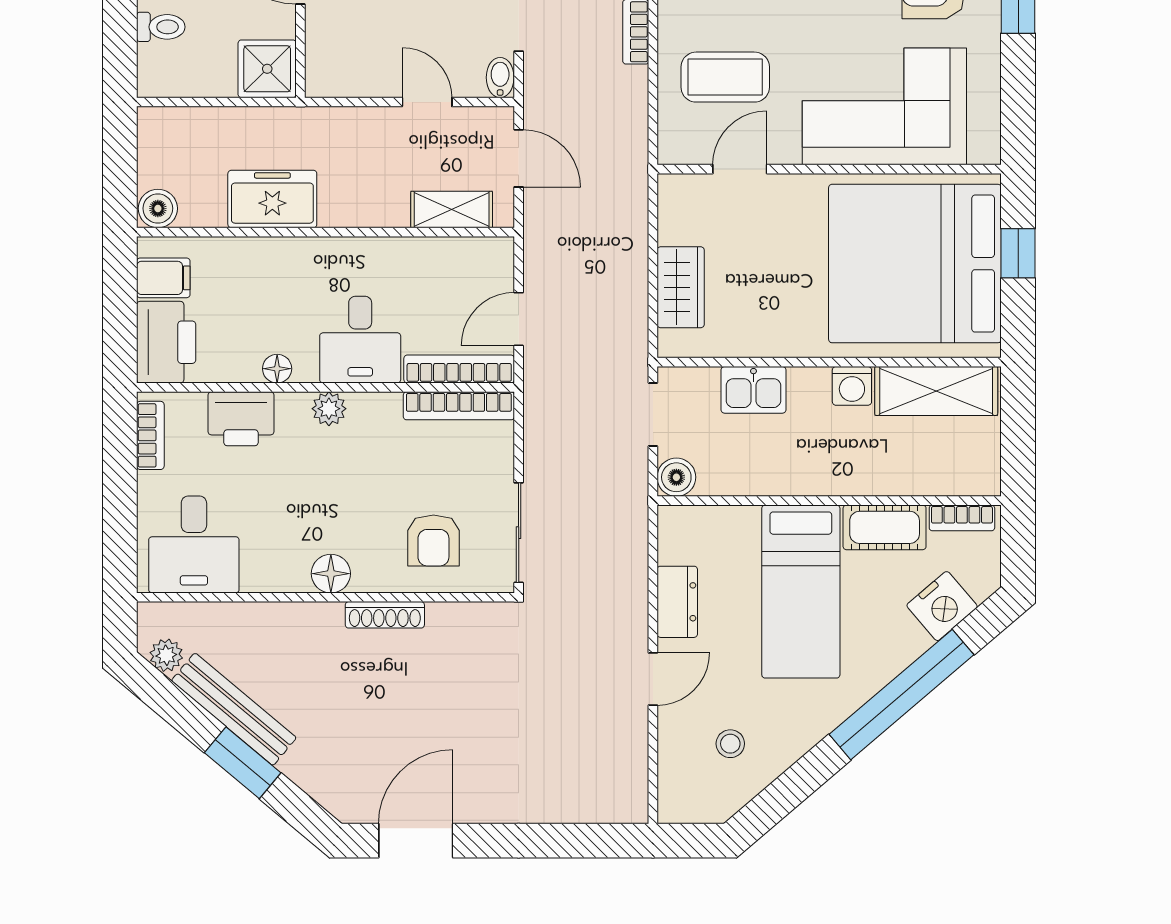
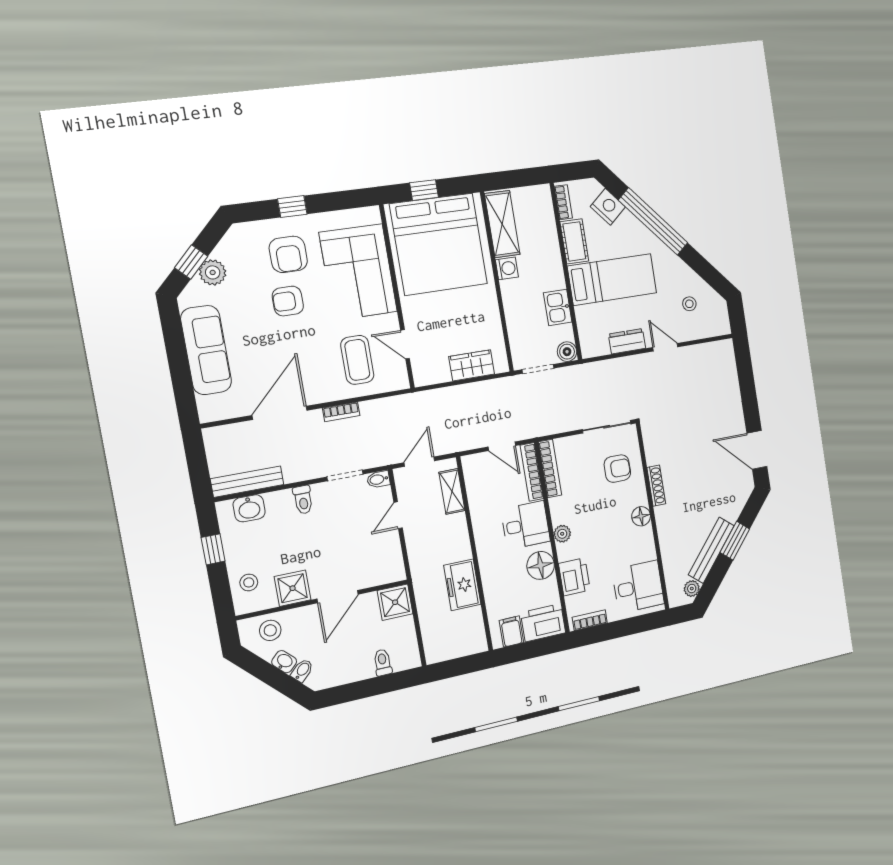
boiler: (158, 208) -> (477, 642), removed
floor lamp: (277, 369) -> (541, 565), width x1.89, depth x1.89
kitchen sink: (753, 390) -> (558, 307), moved, turned 180

